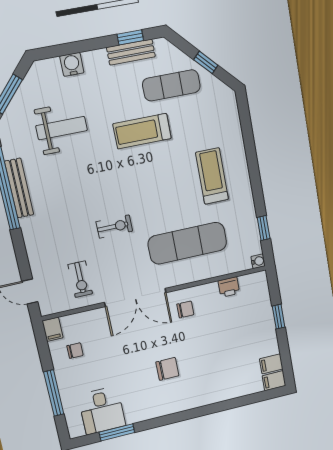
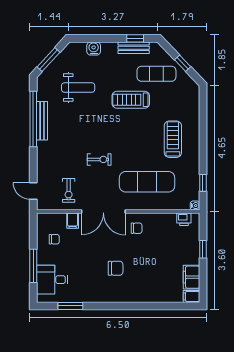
printer: (229, 287) -> (184, 219), moved
filing cabinet: (53, 329) -> (73, 221), moved
filing cabinet: (271, 364) -> (192, 277), width x2.00
desk: (102, 410) -> (52, 280), moved, turned 90

